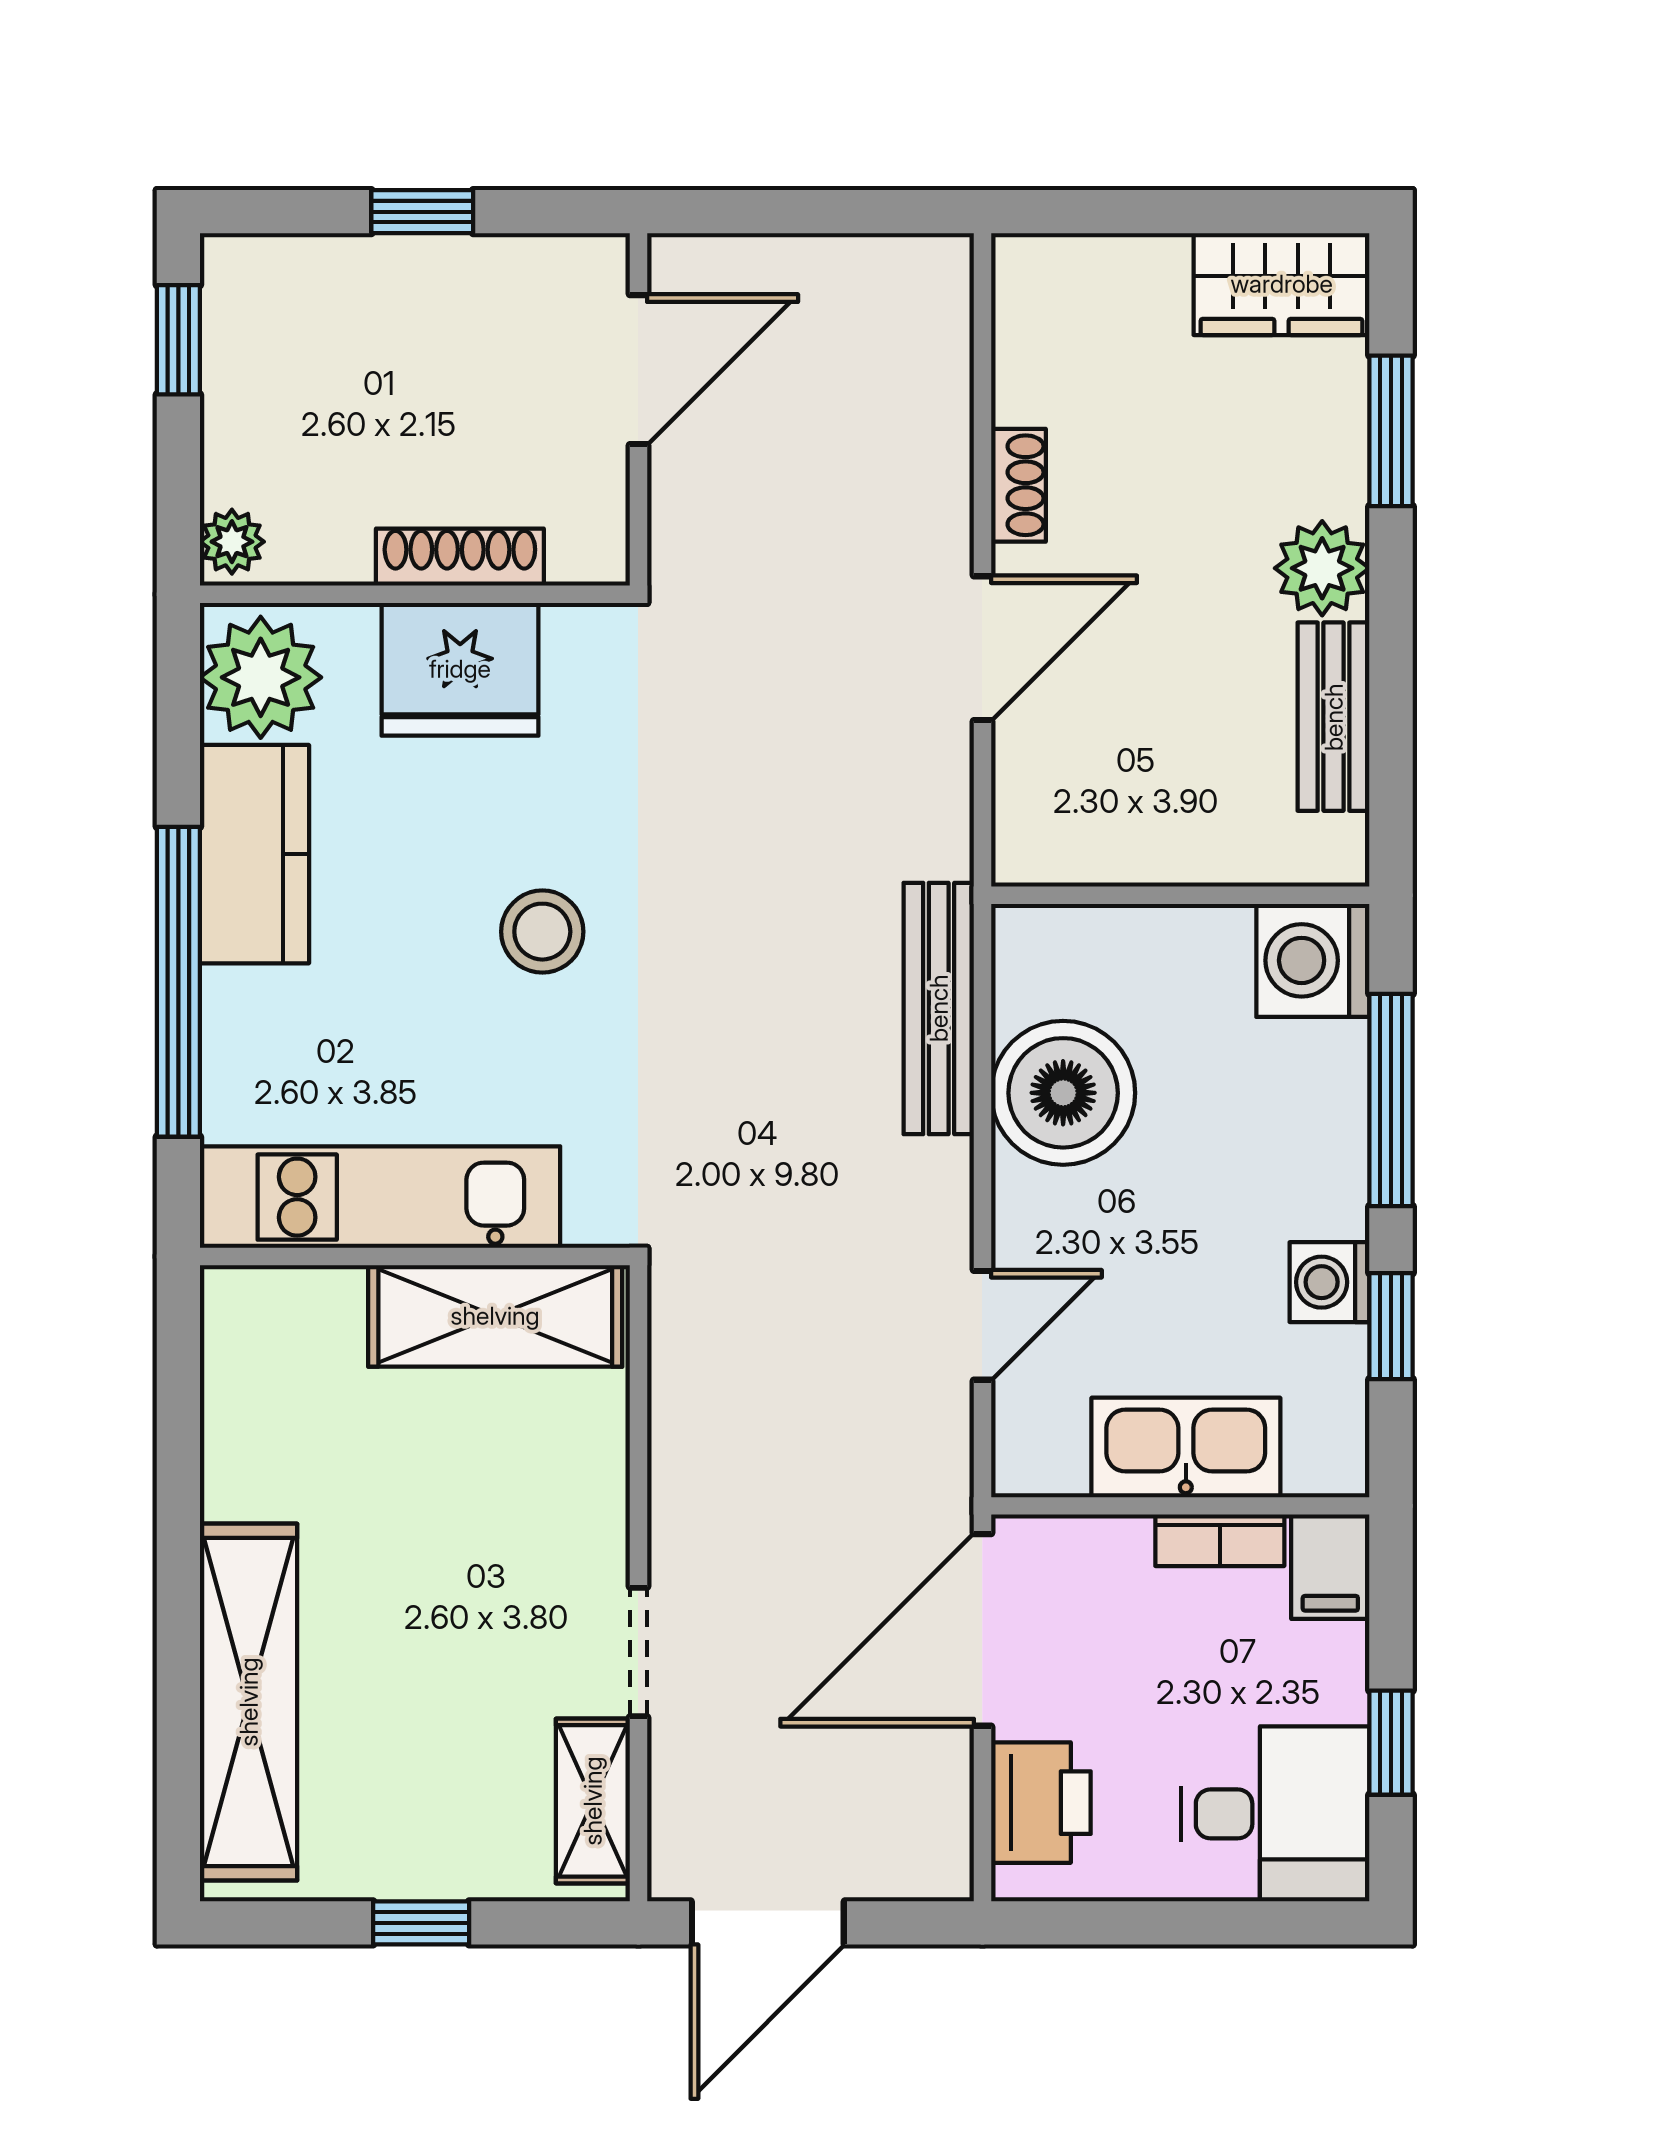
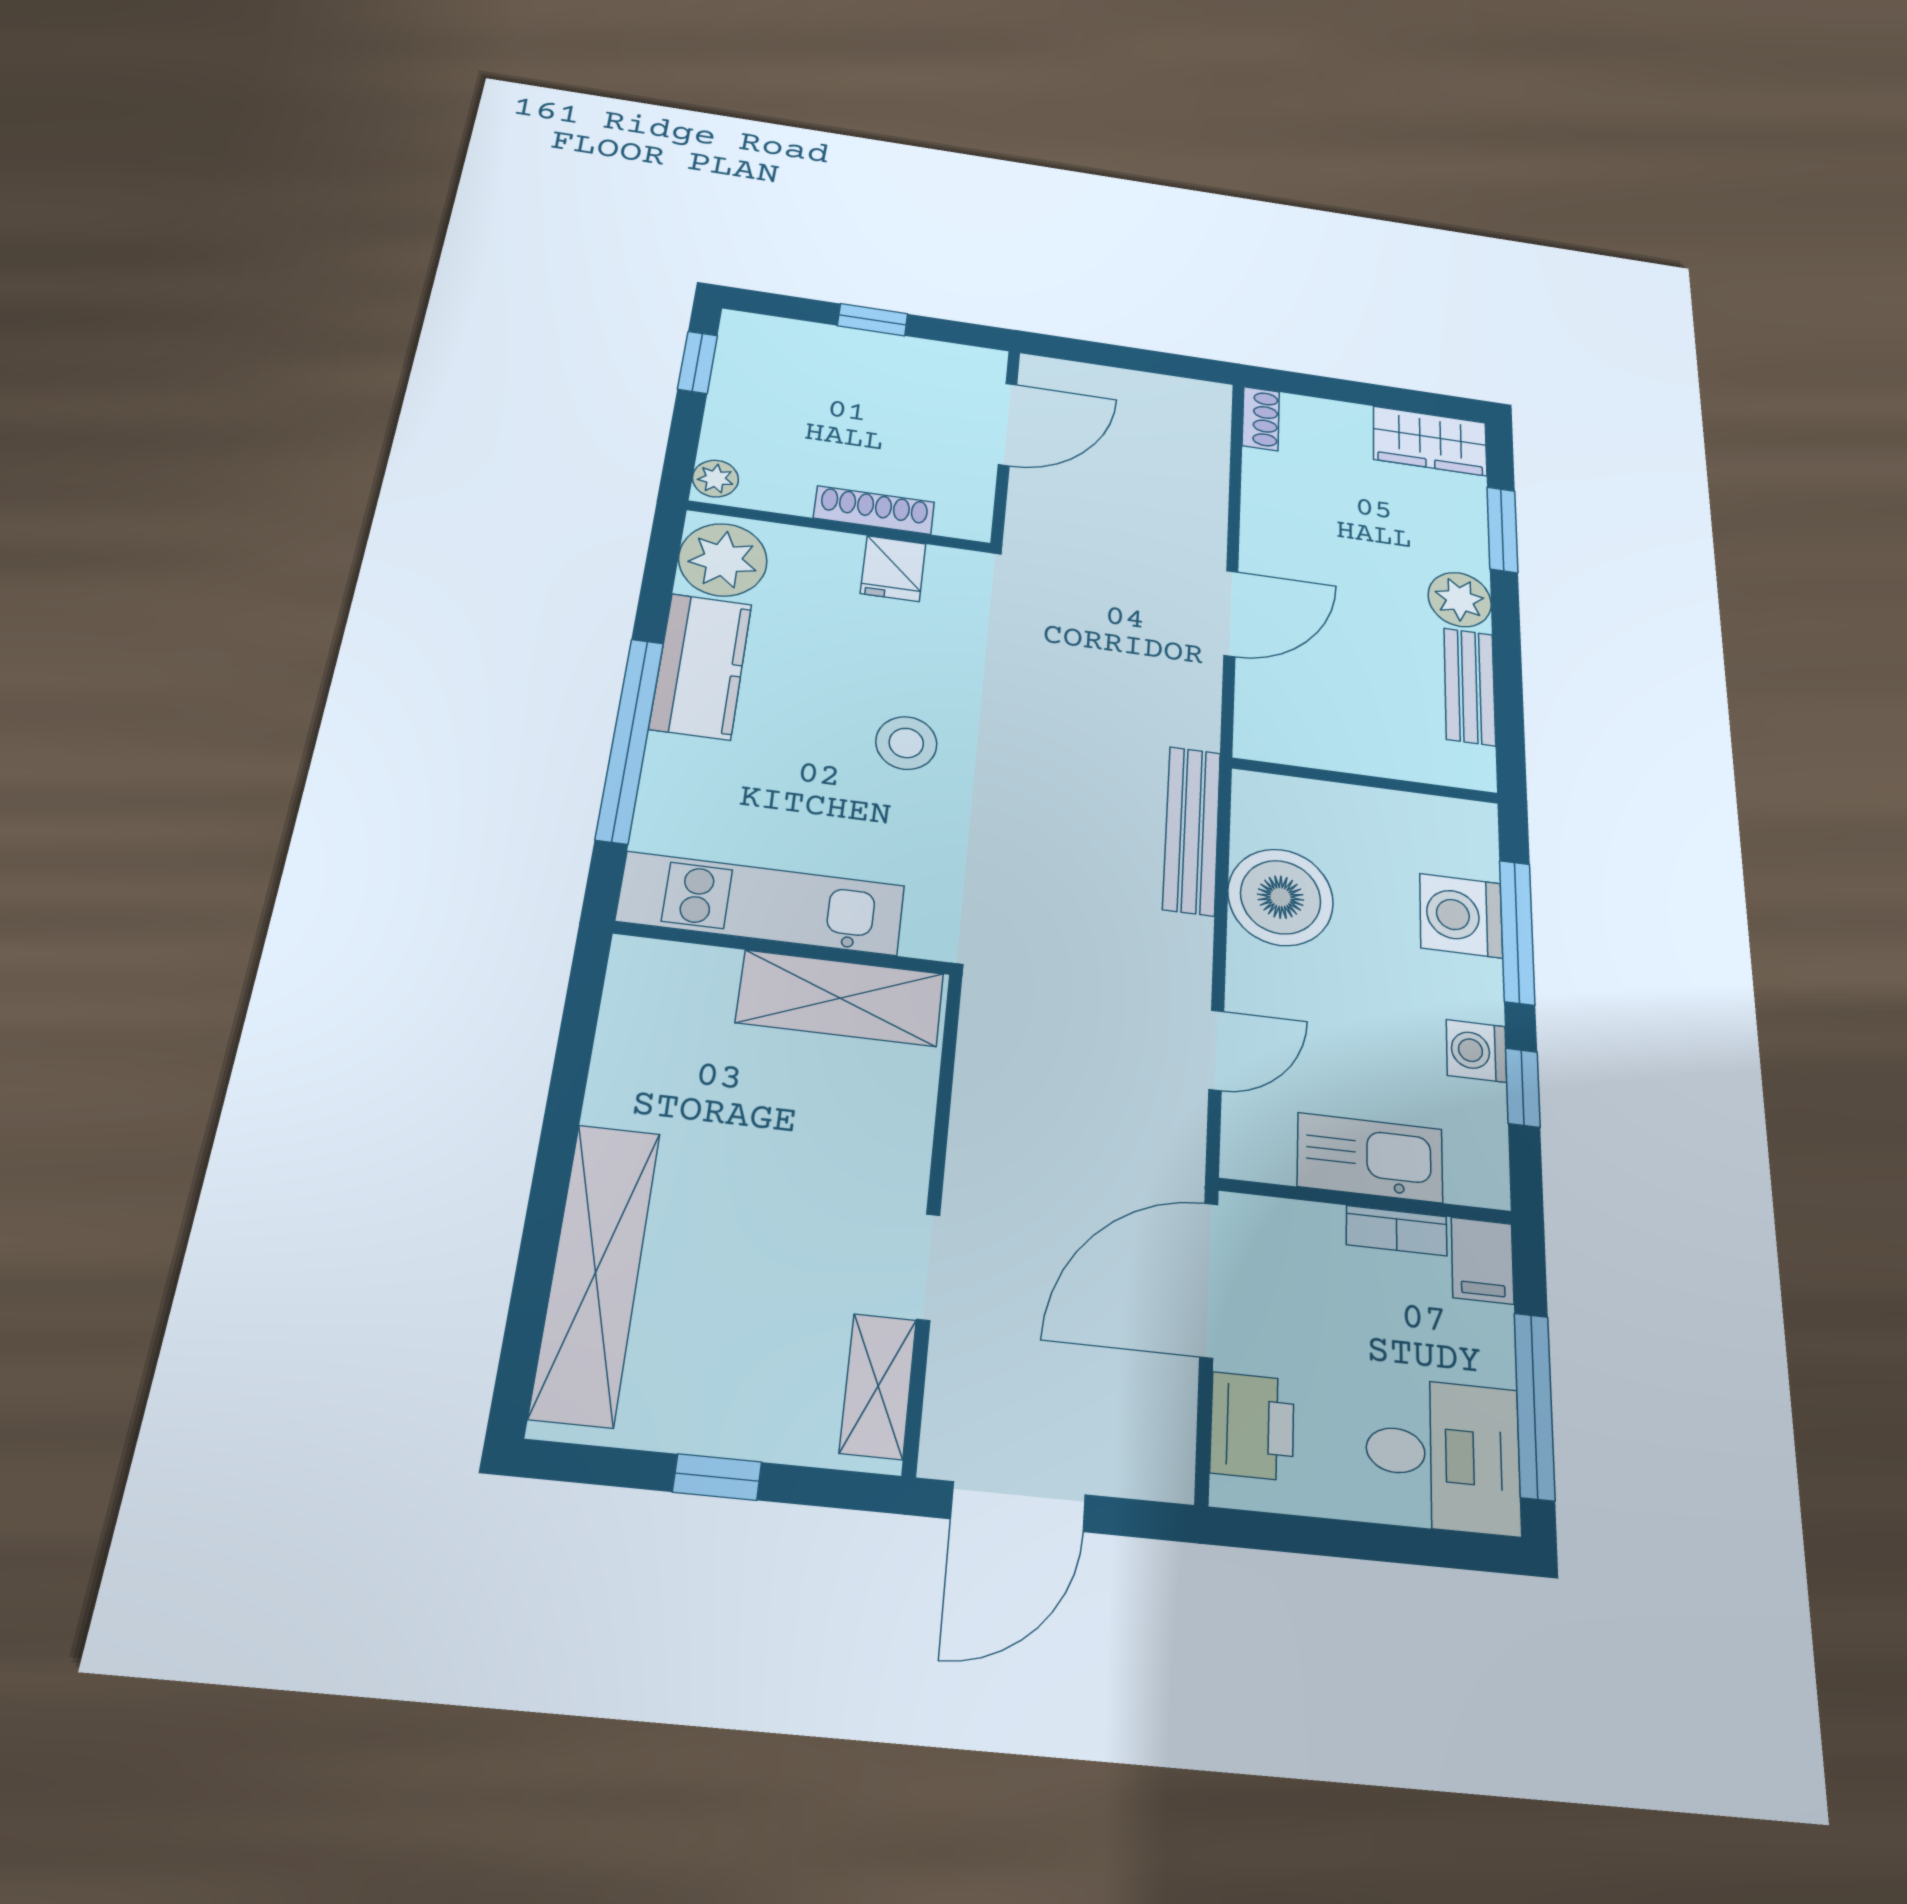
shoe rack: (1018, 485) -> (1261, 419), moved
fridge: (460, 669) -> (893, 569), width x0.53, depth x0.75
washing machine: (1313, 960) -> (1461, 916), moved
window: (1391, 1743) -> (1534, 1406), width x2.17

